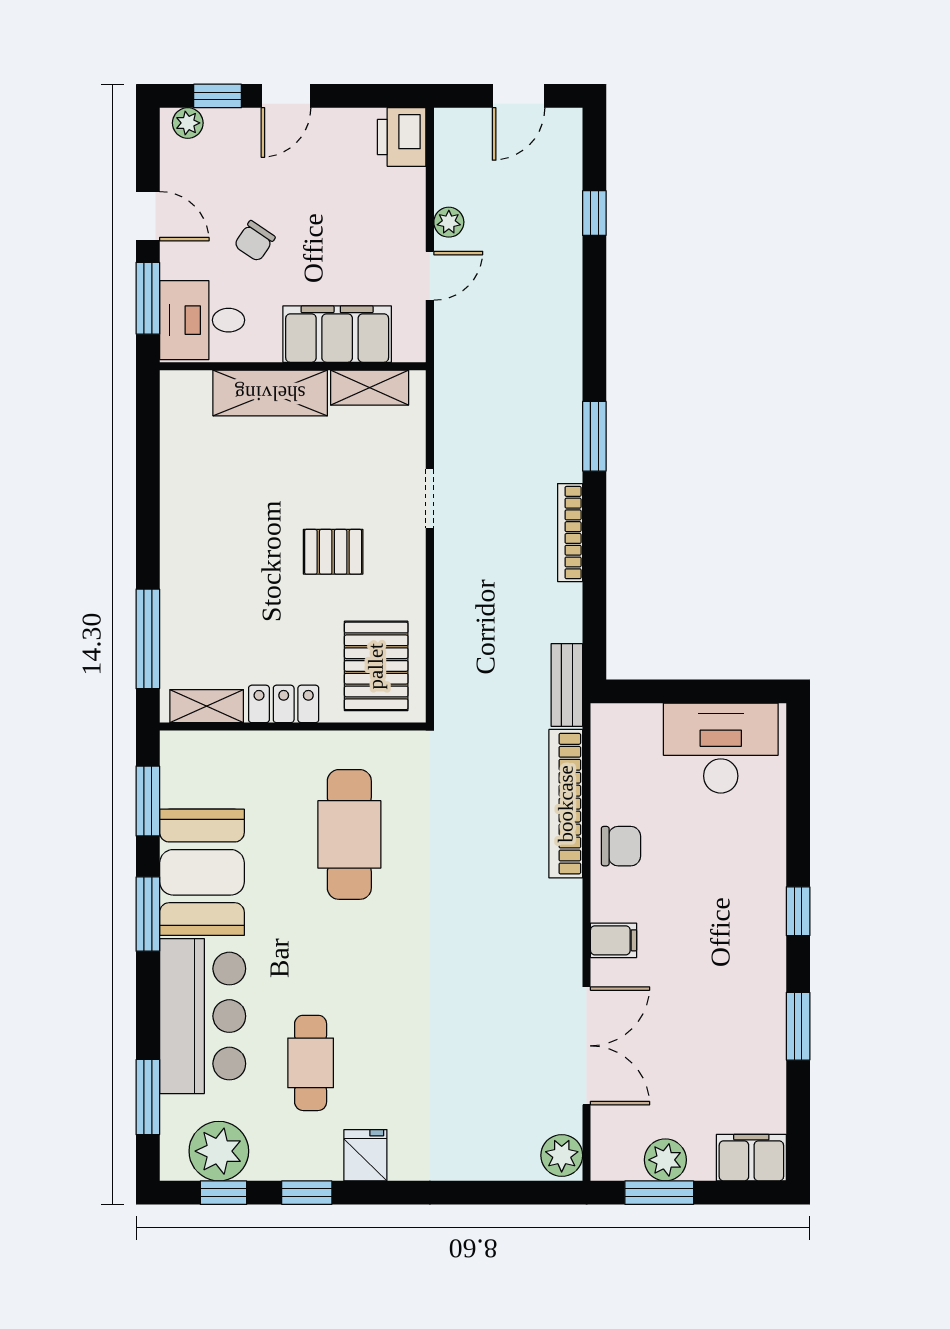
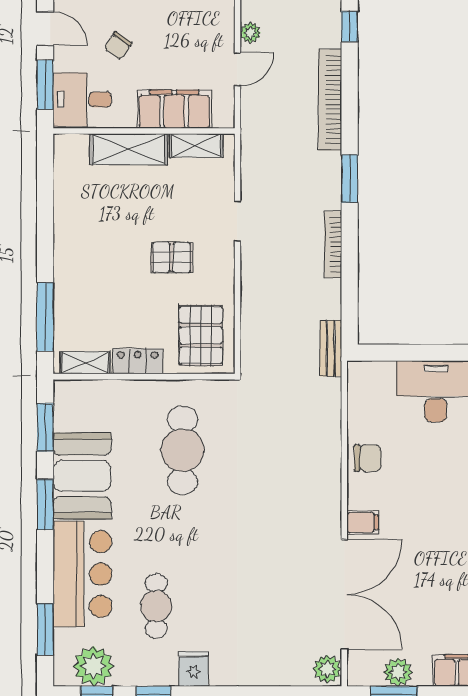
bookcase: (566, 804) -> (330, 100), moved
double door: (587, 1046) -> (344, 594), width x1.36

